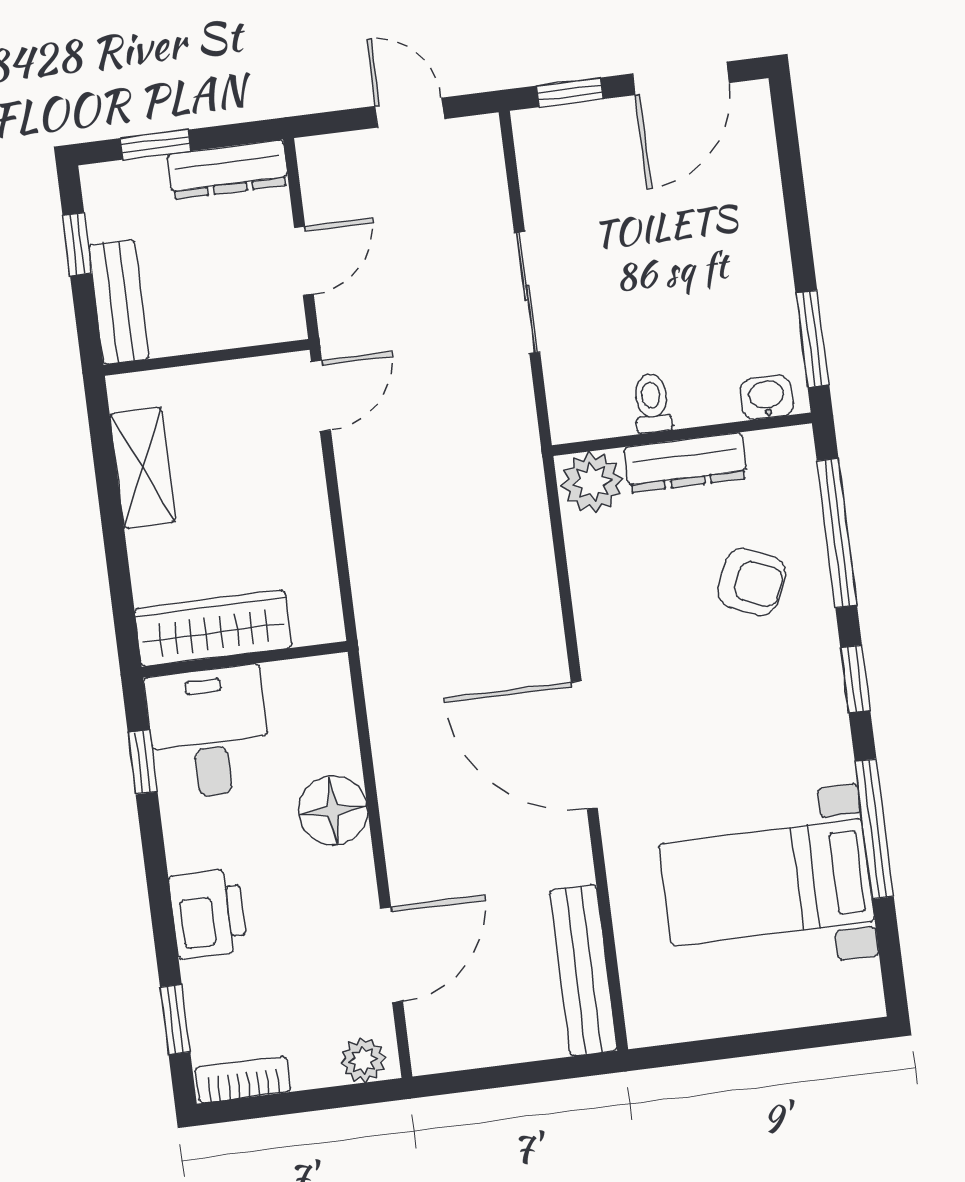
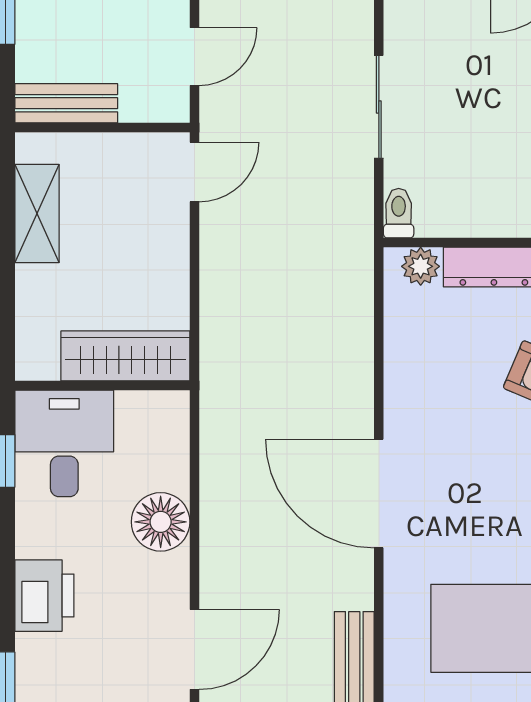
bench: (119, 302) -> (66, 103), moved, turned 90
toilet: (652, 403) -> (399, 213), moved
plant: (592, 482) -> (421, 266), width x0.73, depth x0.73
wardrobe: (213, 628) -> (125, 356), moved

